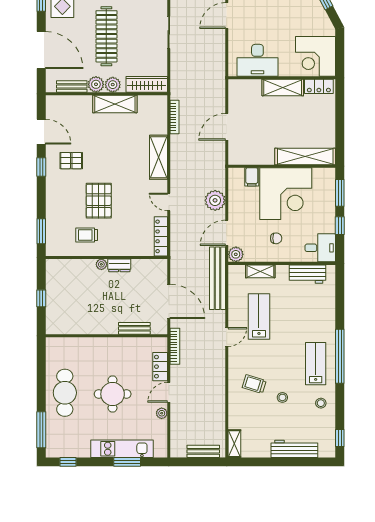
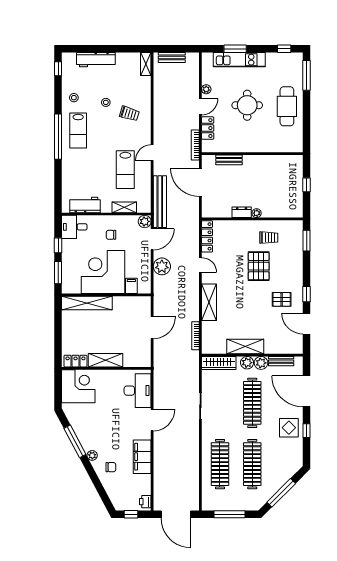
desk: (257, 60) -> (138, 391), moved, turned 90

